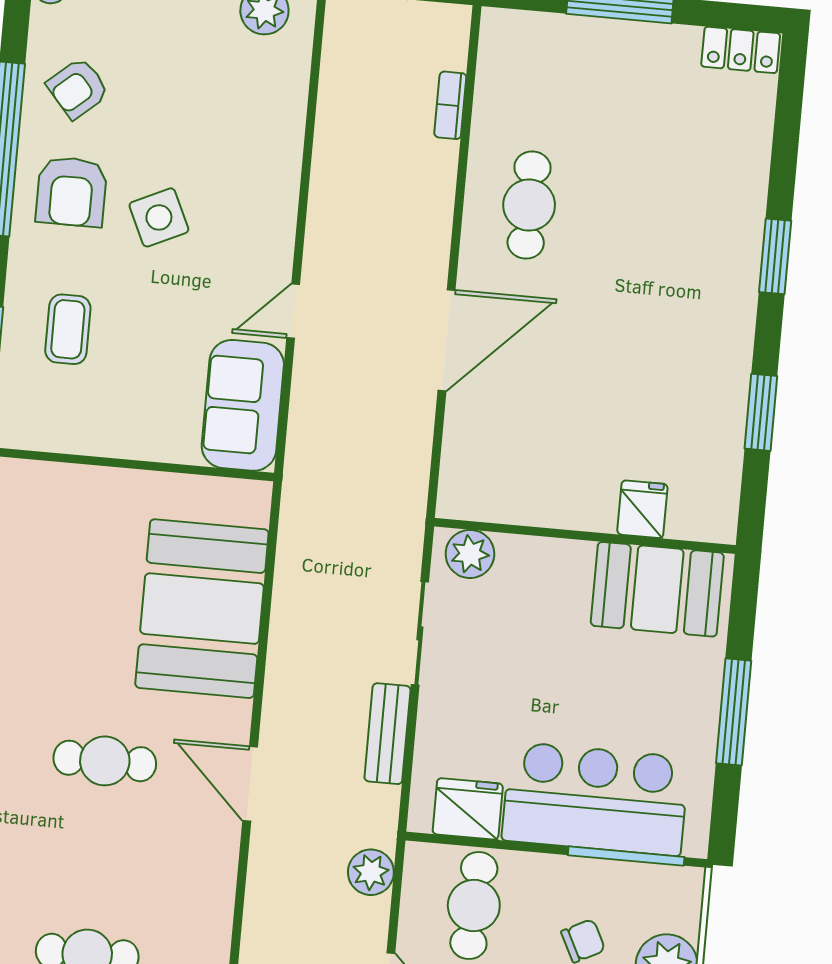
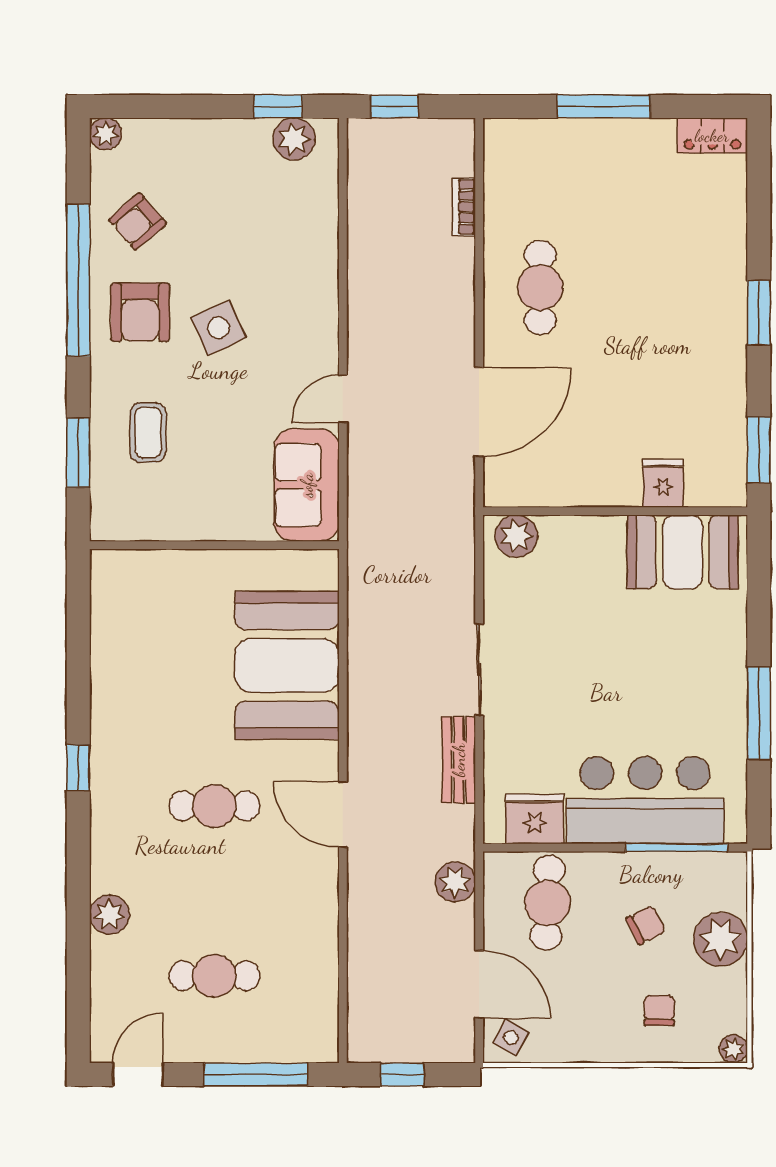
fridge: (642, 509) -> (663, 483), moved
wall: (585, 536) -> (615, 511), moved
plant: (470, 554) -> (516, 536), moved
booth: (657, 589) -> (683, 552), moved

